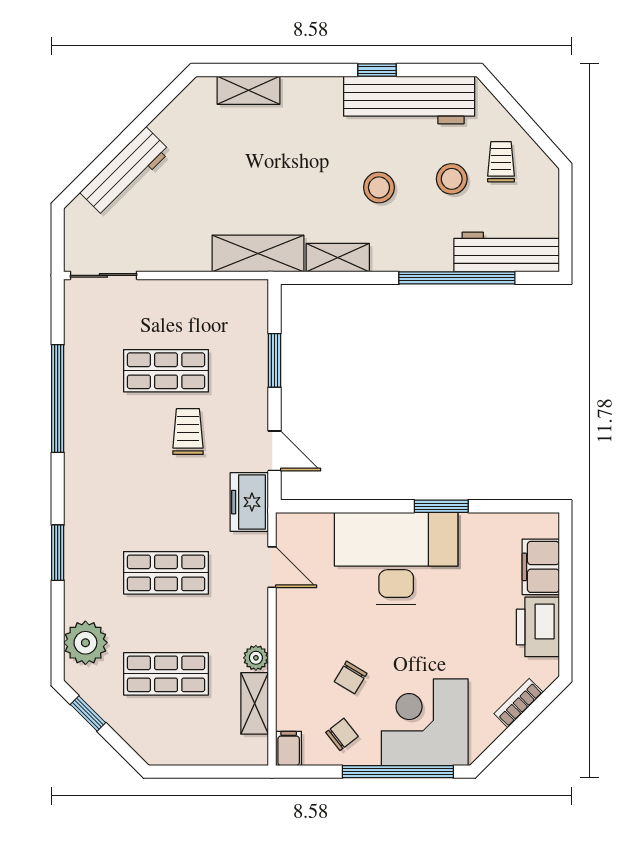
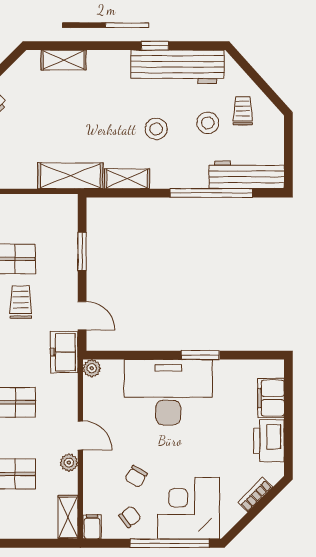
plant: (288, 525) -> (92, 368), added
door: (272, 567) -> (80, 435), moved
shelving: (255, 703) -> (68, 517), moved

